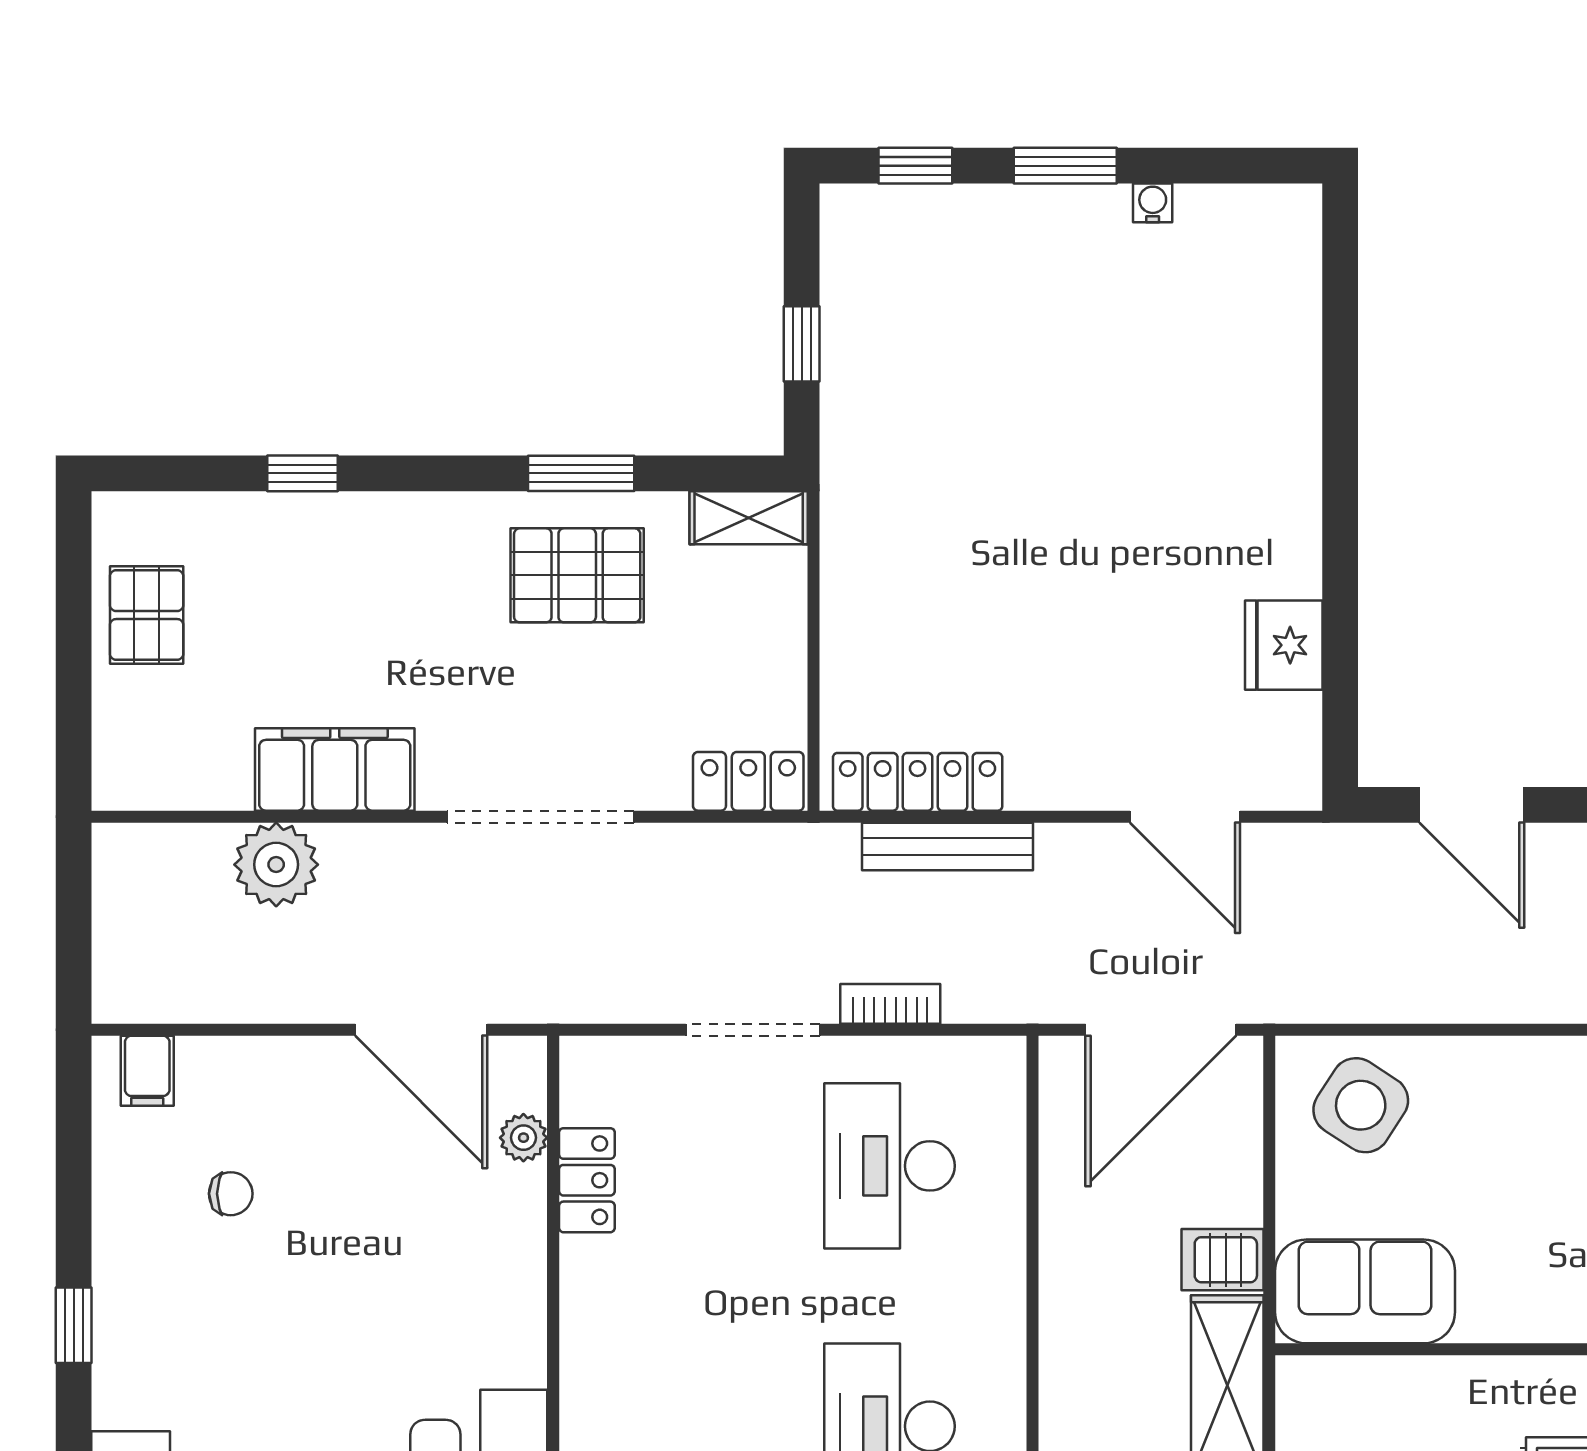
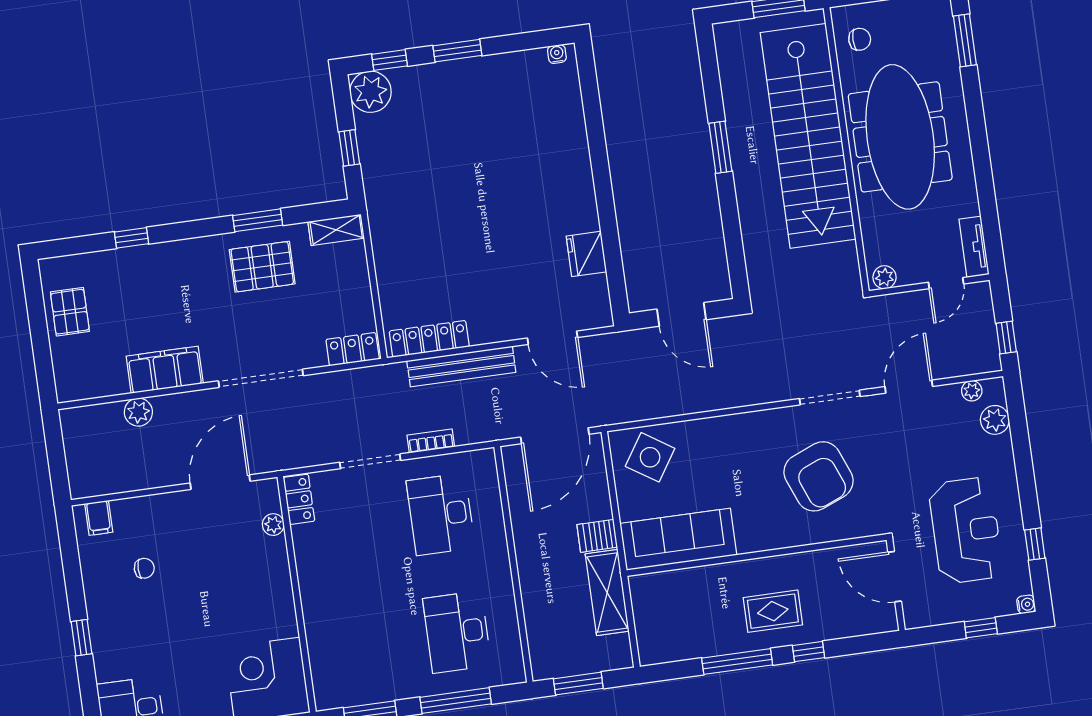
water cooler: (1153, 203) -> (557, 54), moved
plant: (865, 229) -> (371, 92), added
bench: (948, 847) -> (461, 367), width x1.37, depth x1.21
plant: (276, 865) -> (138, 412), width x0.73, depth x0.73
door: (421, 1030) -> (220, 482), swing flipped
locker: (587, 1180) -> (299, 499), moved
sofa: (1365, 1291) -> (678, 539), width x1.36

